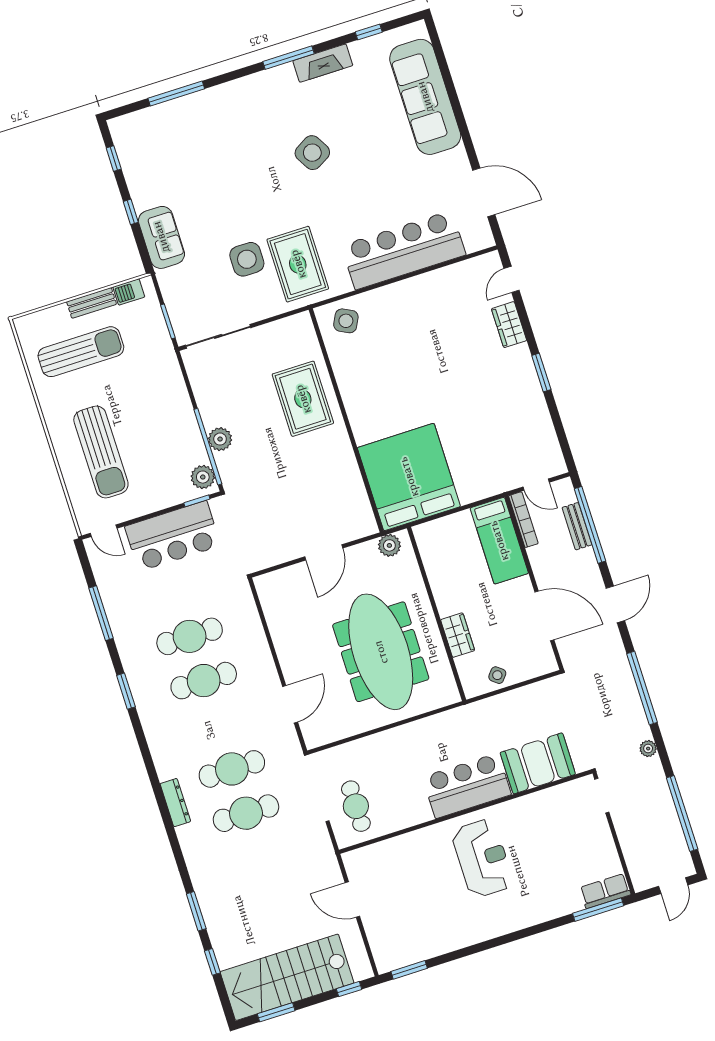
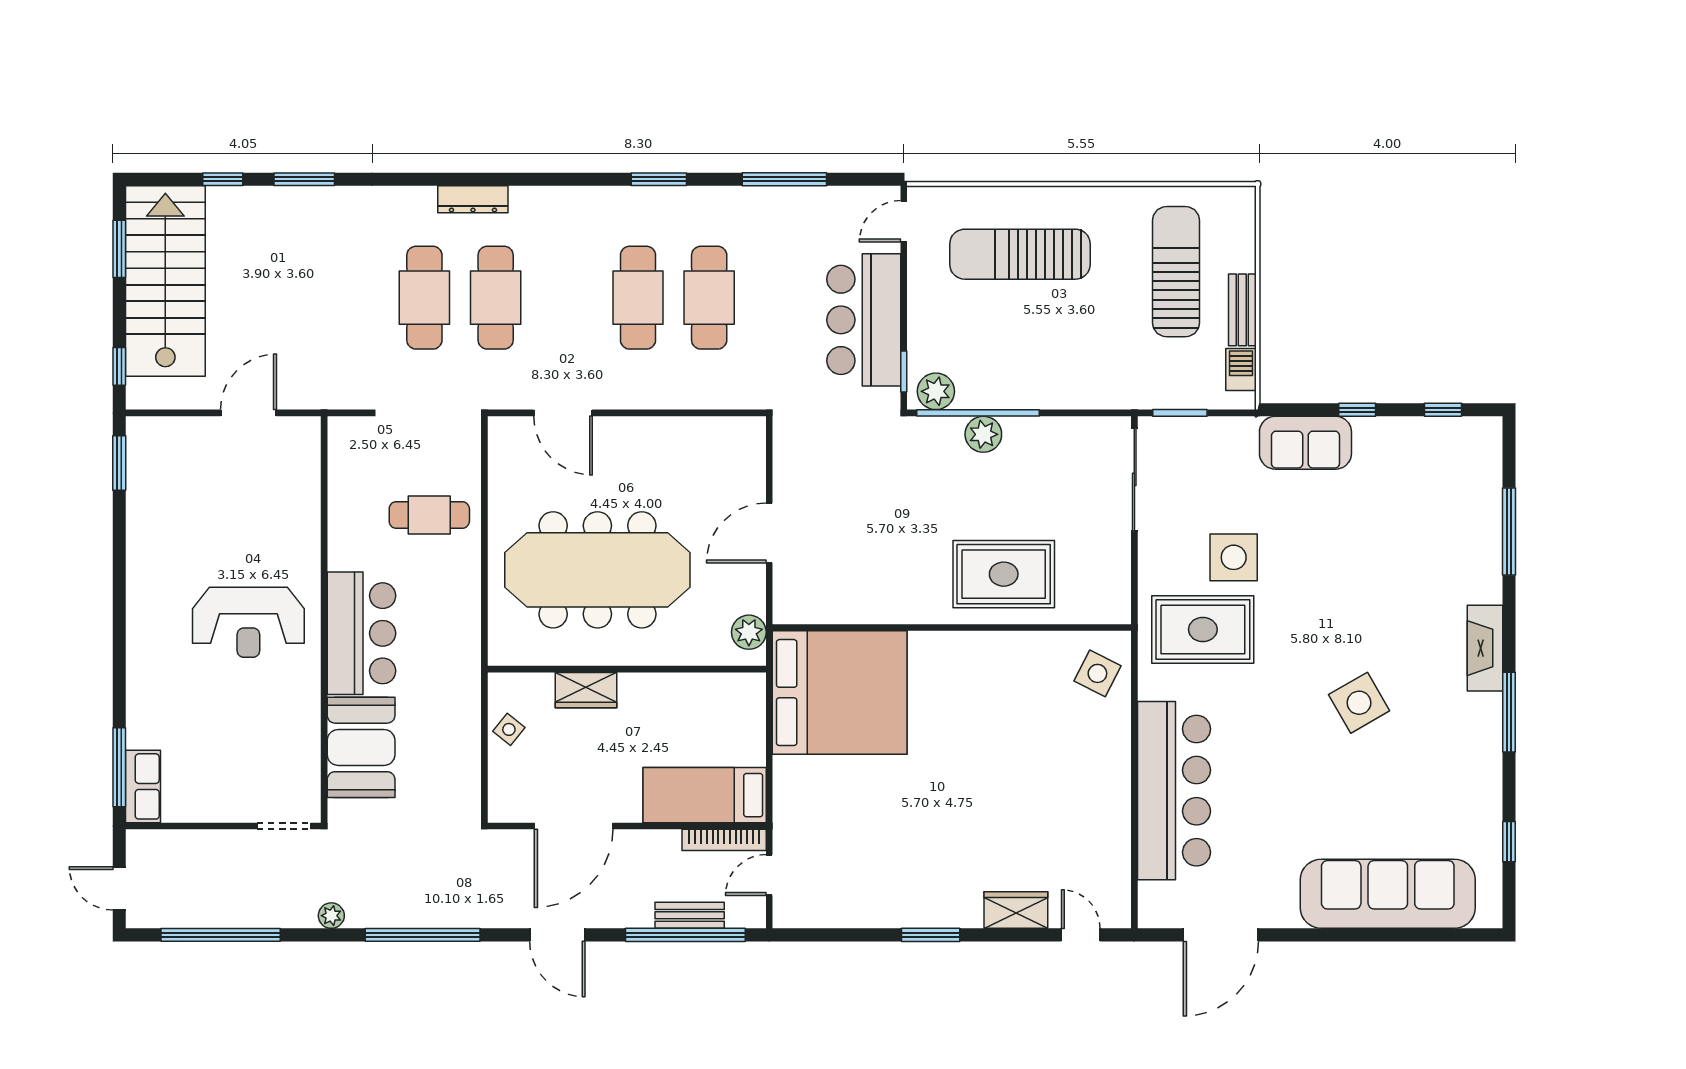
fireplace: (323, 63) -> (1485, 648), moved
sun lounger: (81, 352) -> (1176, 272), turned 180
door: (324, 552) -> (769, 533), hinge flipped
cafe table: (356, 806) -> (429, 515), moved

